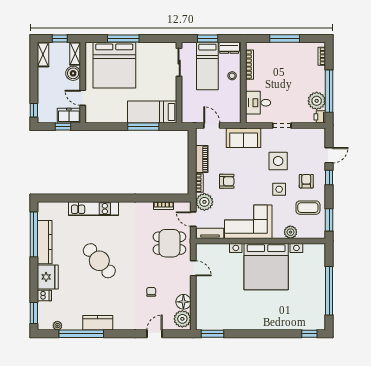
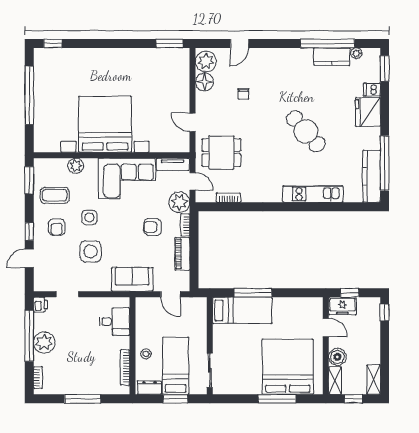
plant: (317, 101) -> (44, 342), moved
doorway: (282, 125) -> (67, 294), moved
kitchen counter: (45, 242) -> (372, 176), moved
kitchen counter: (98, 323) -> (332, 57), moved

